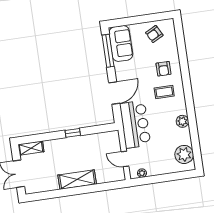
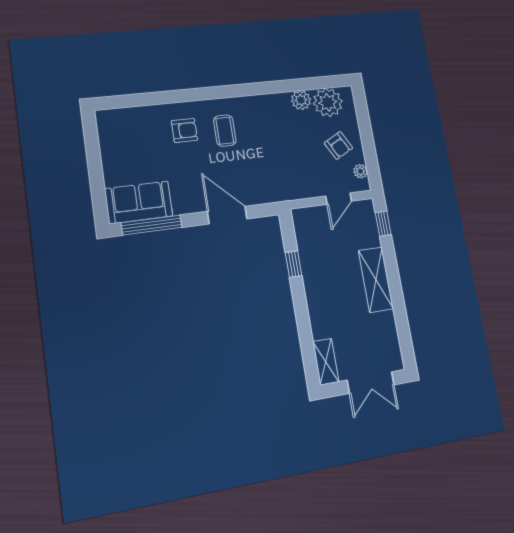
armchair: (154, 34) -> (338, 146), moved
plant: (182, 121) -> (301, 100), moved
bar counter: (135, 124) -> (280, 181), removed
window: (73, 133) -> (293, 264), moved
window: (110, 186) -> (383, 224), added

